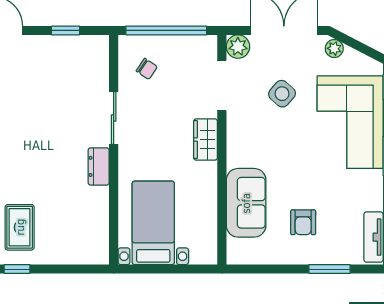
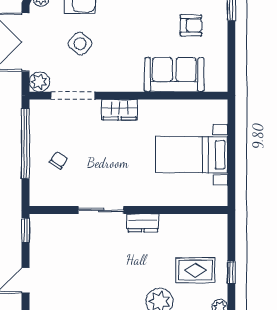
sliding door: (114, 118) -> (101, 210), moved
wall: (114, 150) -> (128, 210), moved
dresser: (99, 166) -> (143, 223), moved

